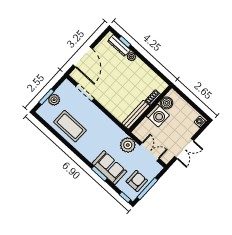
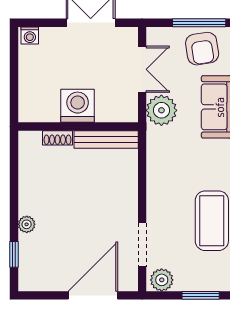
dresser: (119, 45) -> (27, 258), removed
plant: (54, 100) -> (162, 280), moved
boiler: (167, 103) -> (47, 110), removed
double door: (149, 152) -> (142, 69), swing flipped
armchair: (137, 181) -> (202, 49), turned -99

